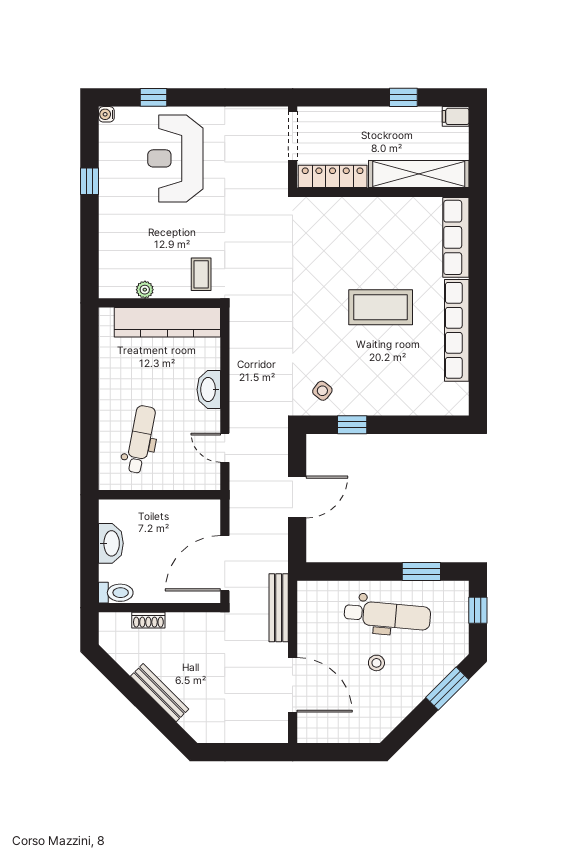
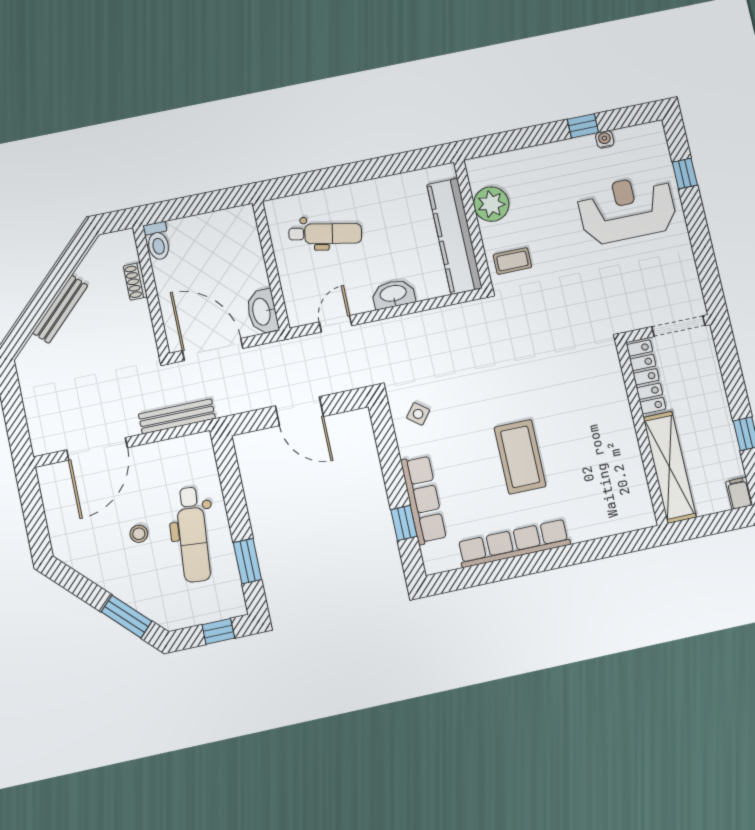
water cooler: (106, 114) -> (605, 139), moved
row of seats: (456, 237) -> (423, 500), moved, turned 90
plant: (145, 290) -> (491, 204), width x1.88, depth x1.88
window: (352, 425) -> (404, 523), moved
washbasin: (111, 543) -> (262, 312), moved, turned 90

